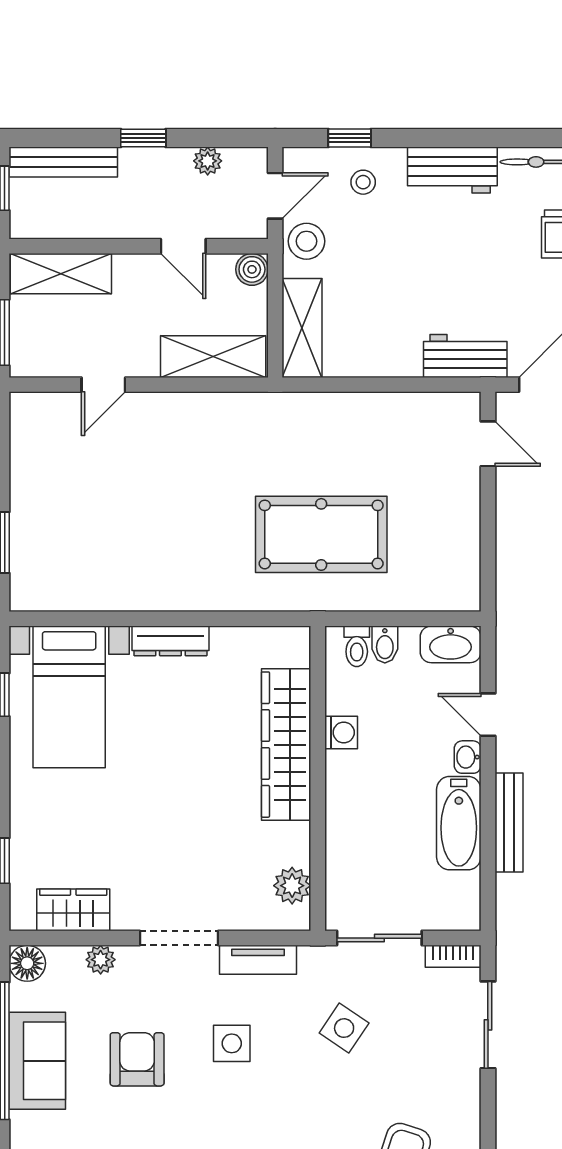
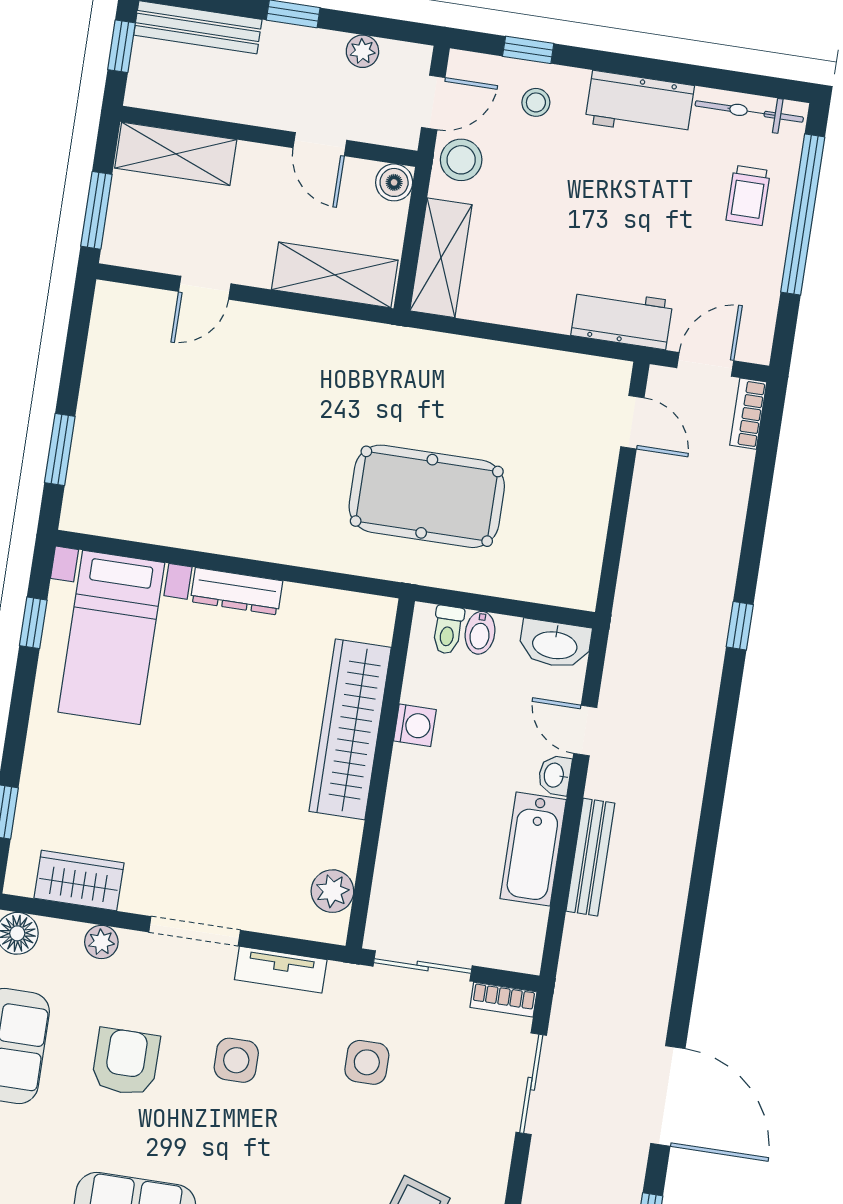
side table: (344, 1028) -> (367, 1062), turned -34

